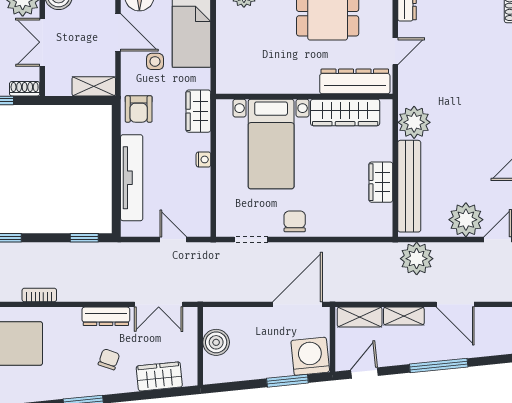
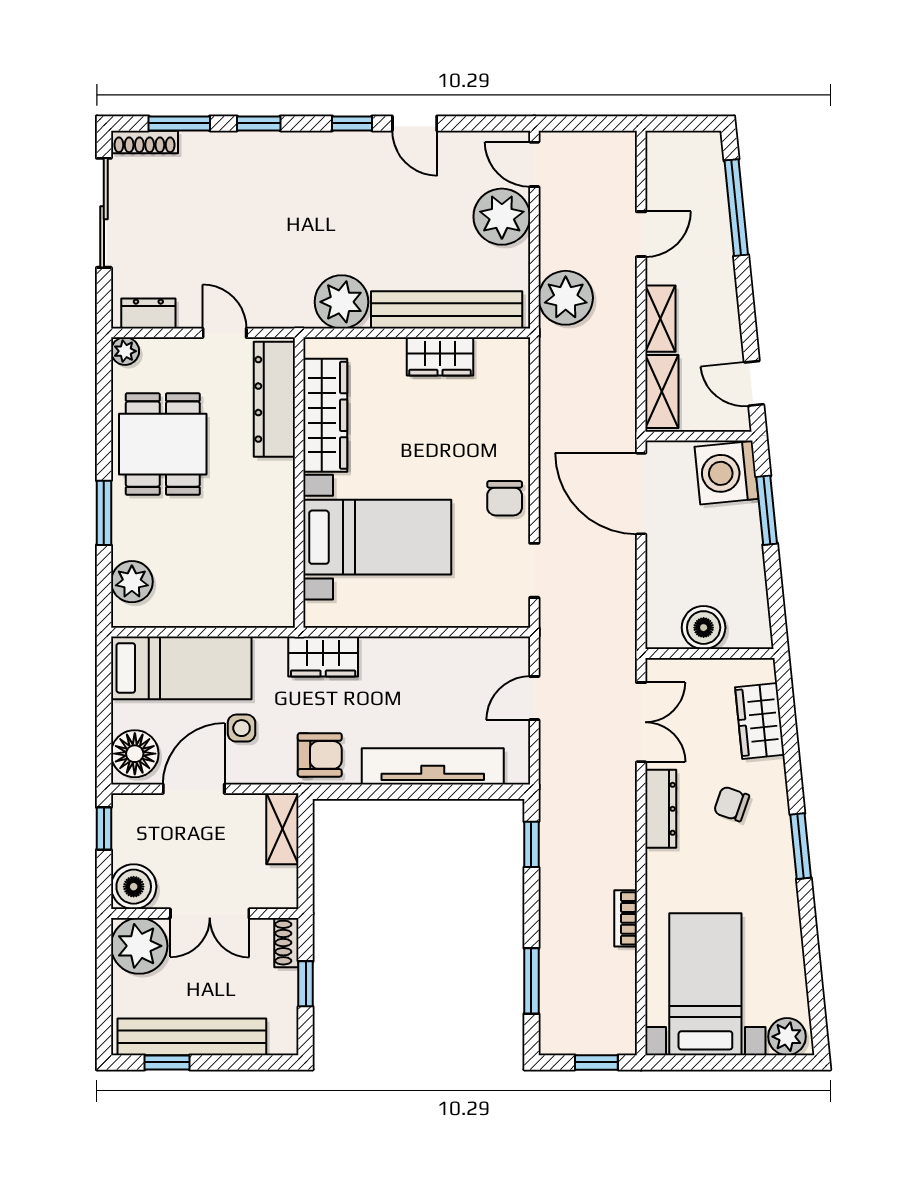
nightstand: (203, 159) -> (403, 648), removed
chair: (295, 221) -> (505, 498), turned -90
door: (455, 304) -> (641, 234), width x0.73
window: (439, 365) -> (736, 208), moved

